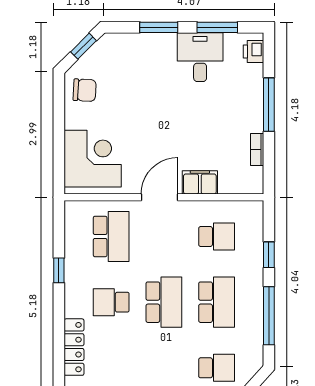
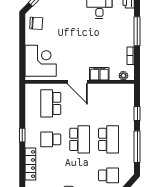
plant: (244, 186) -> (123, 76), added
door: (160, 197) -> (77, 82), swing flipped
school desk: (111, 236) -> (51, 103), turned 180
school desk: (217, 236) -> (109, 103), removed
window: (59, 270) -> (22, 135), moved

